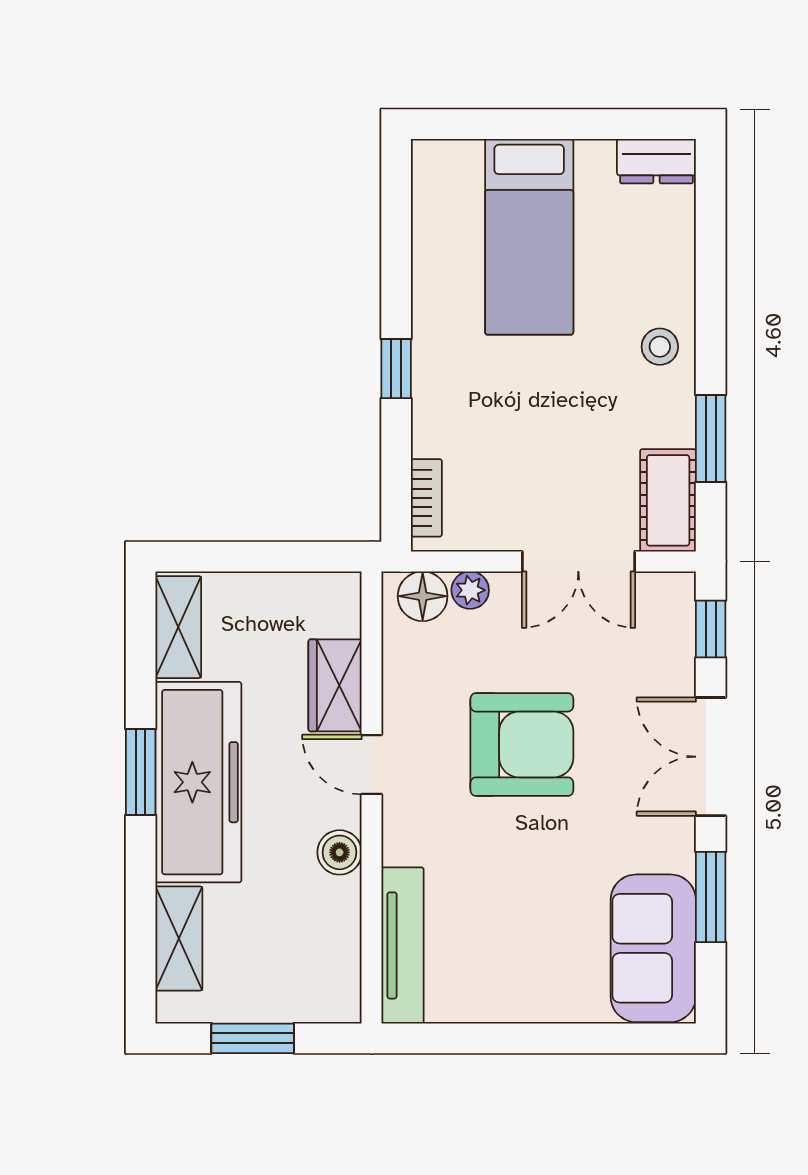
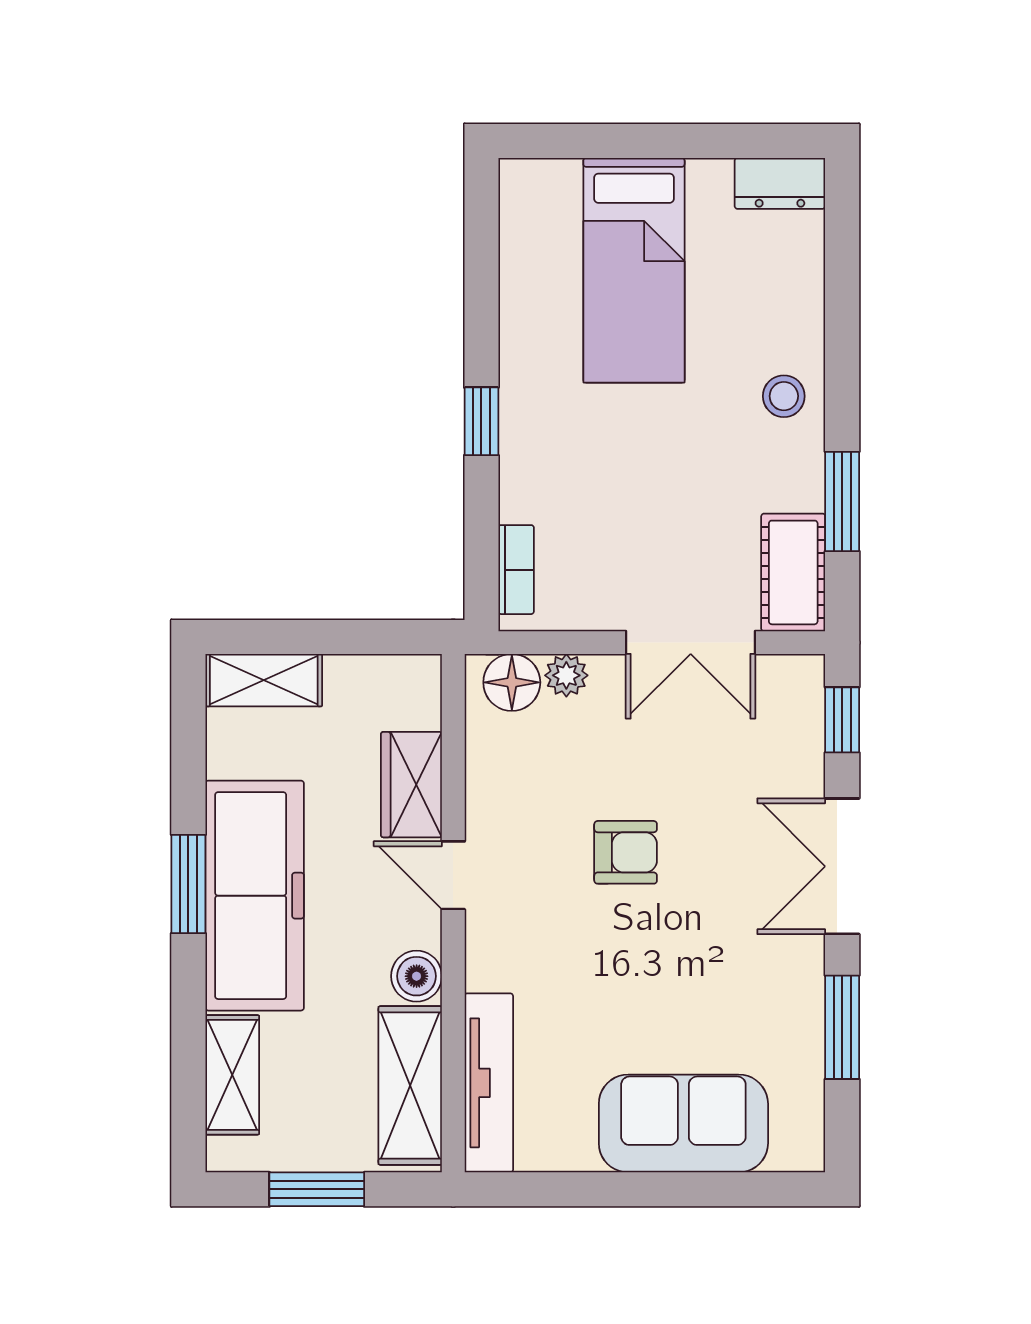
shelving: (178, 627) -> (264, 680), moved, turned 90
armchair: (522, 744) -> (626, 852), width x0.53, depth x0.53
shelving: (334, 948) -> (410, 1085), added
sofa: (653, 948) -> (683, 1123), moved, turned 90

